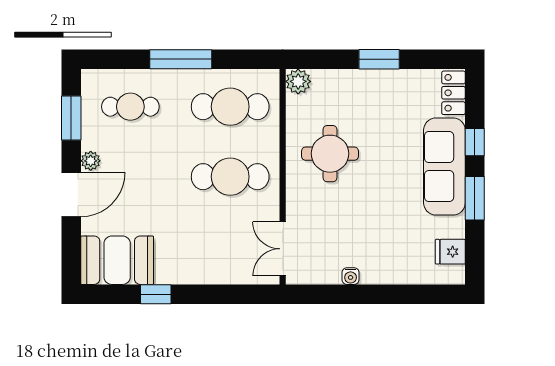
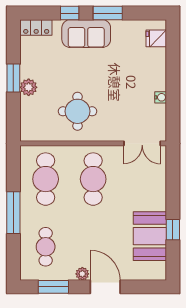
plant: (298, 81) -> (29, 87), moved
sofa: (444, 166) -> (86, 34), width x0.73
fridge: (450, 252) -> (156, 38), moved, turned 90
booth: (117, 260) -> (150, 236), moved

